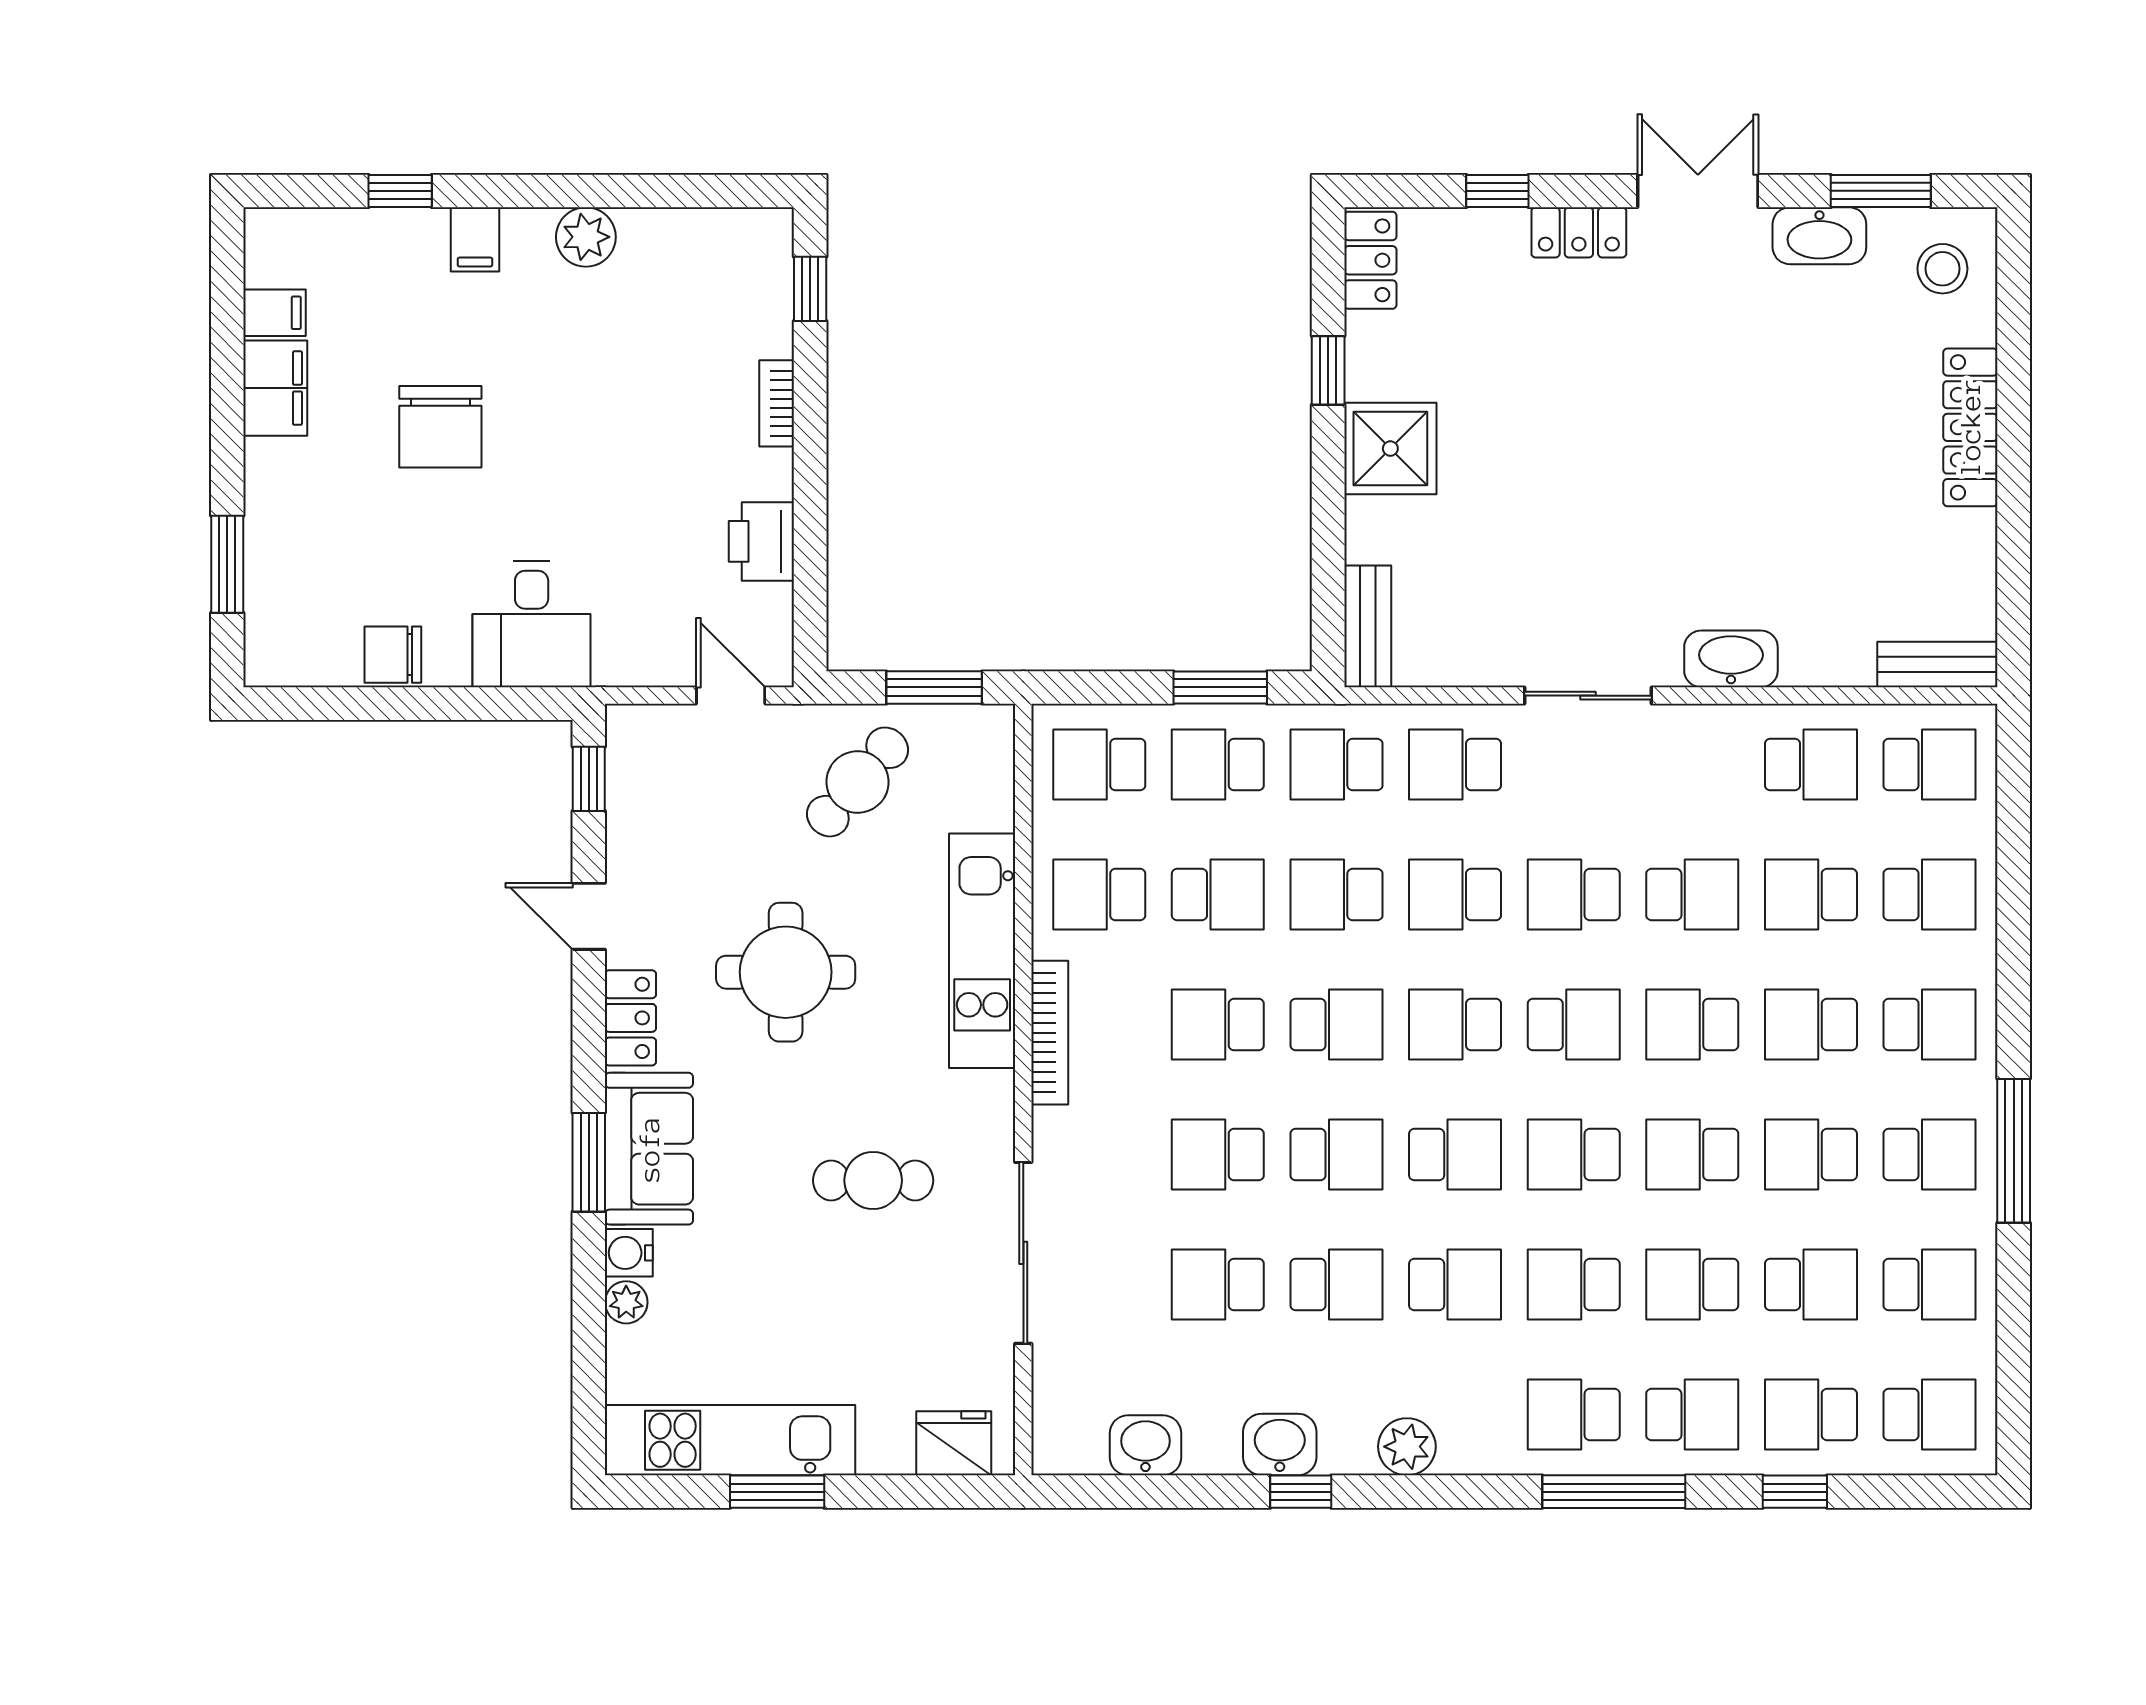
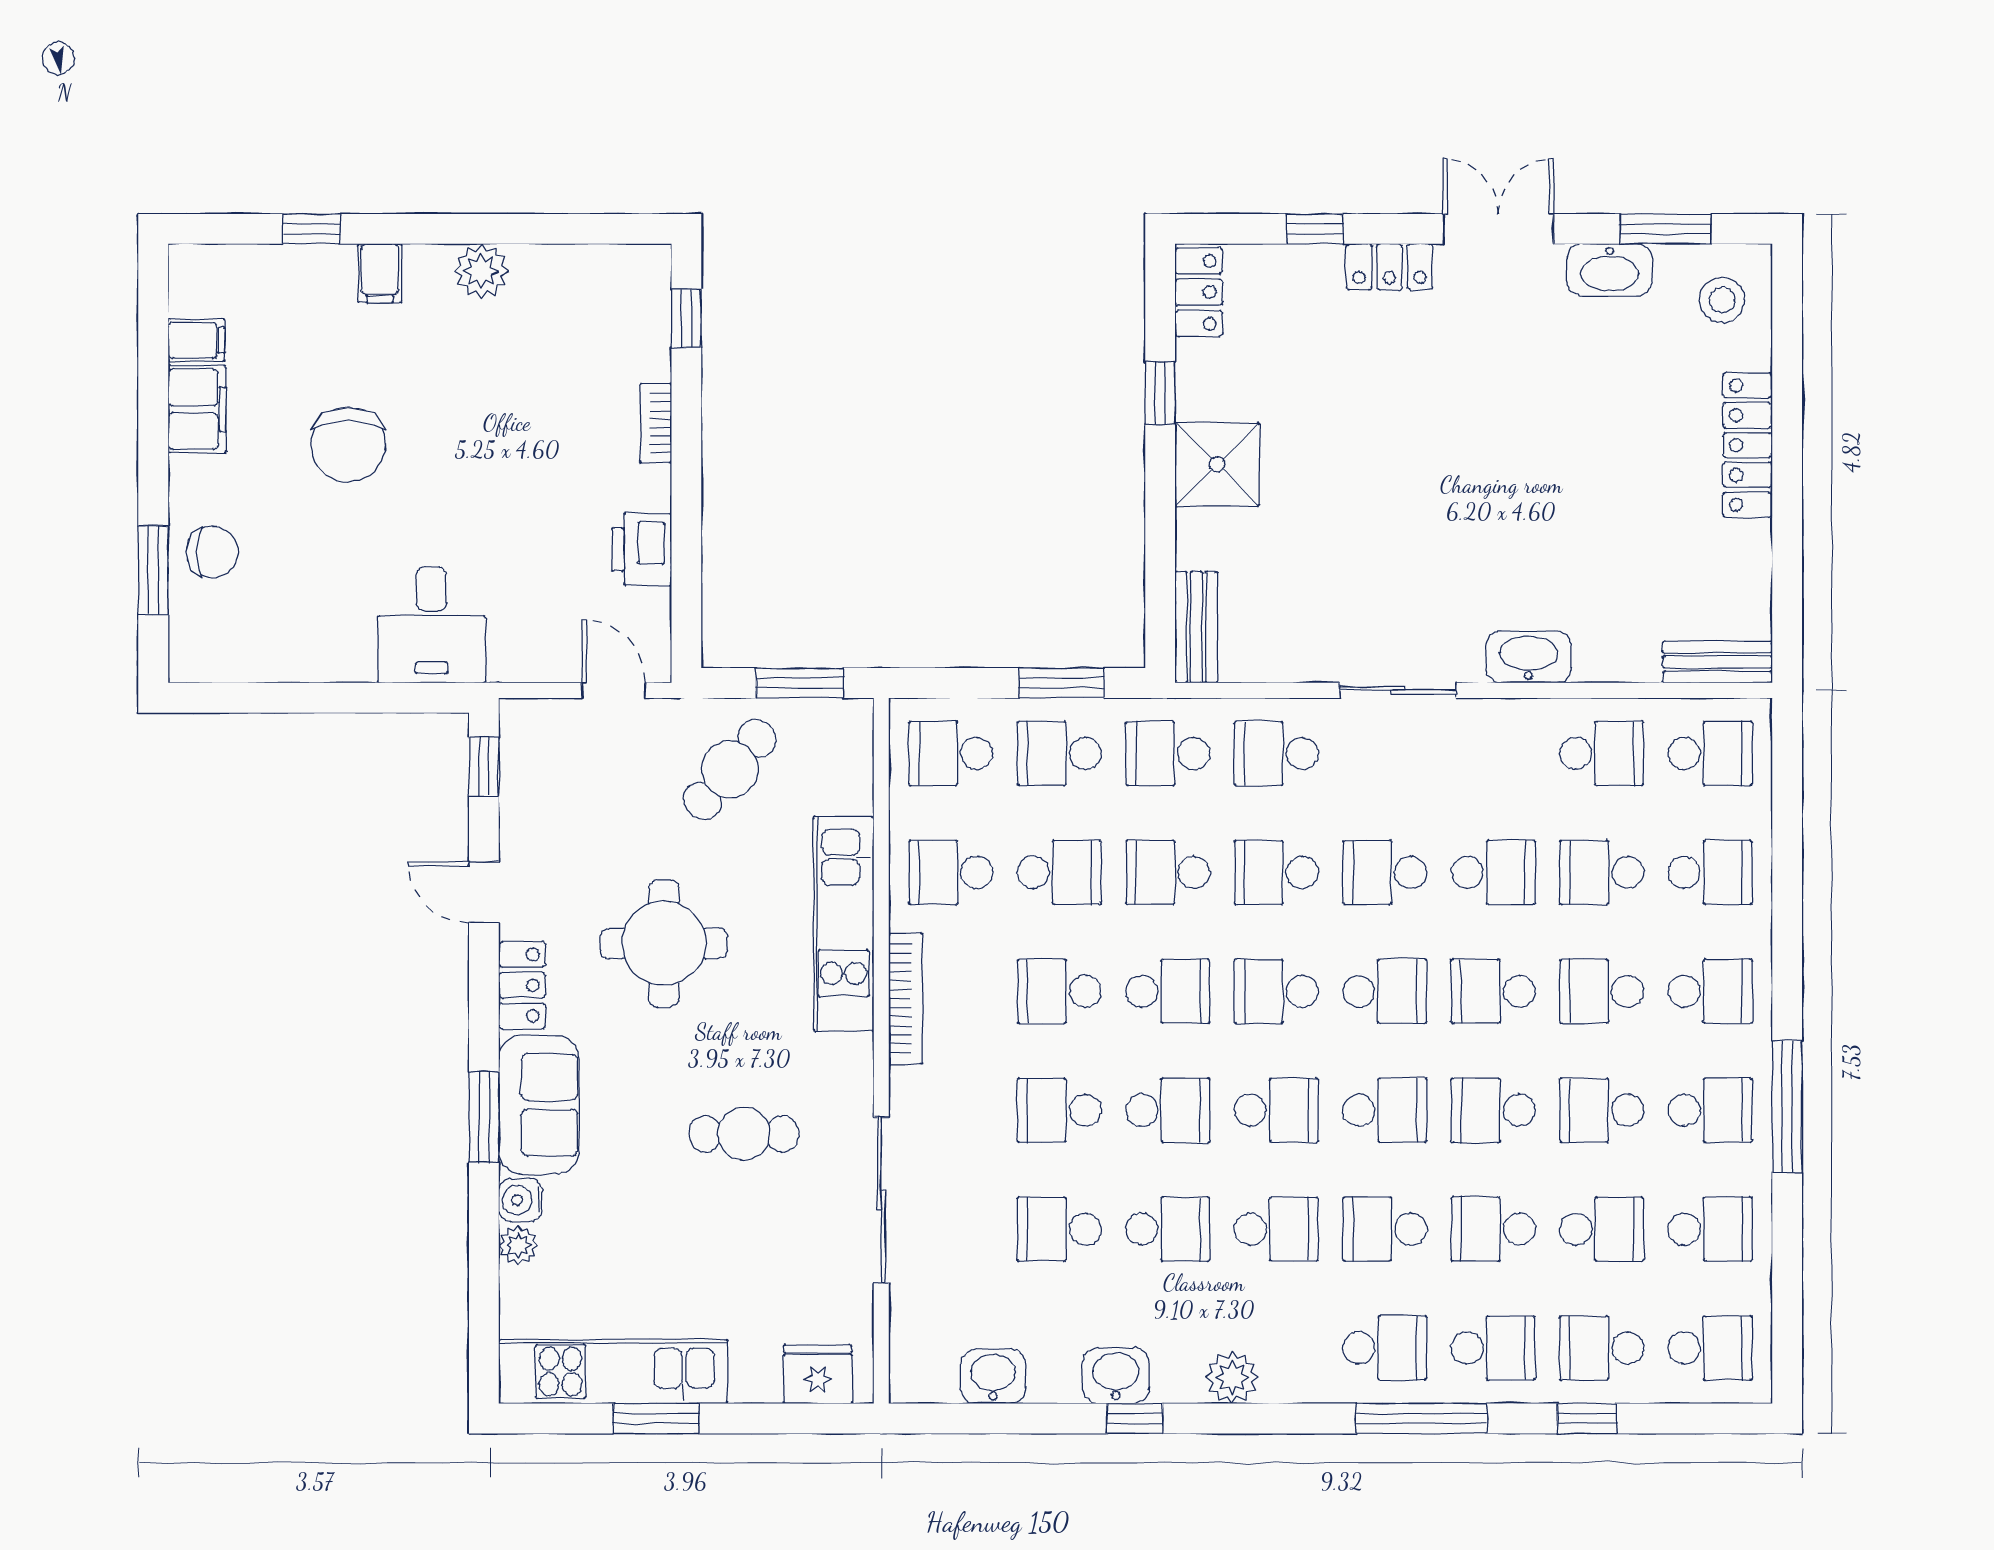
chair: (393, 655) -> (212, 552), moved, turned 180
school desk: (1574, 1155) -> (1385, 1110), turned 180
school desk: (1574, 1415) -> (1385, 1348), turned 180

